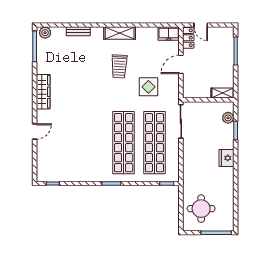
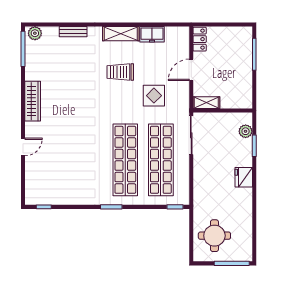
door: (201, 25) -> (214, 24), removed
freezer: (169, 34) -> (152, 34), moved
trolley: (119, 66) -> (120, 72), turned 87
shelving: (222, 93) -> (206, 103), moved

